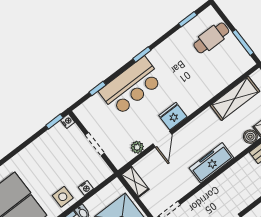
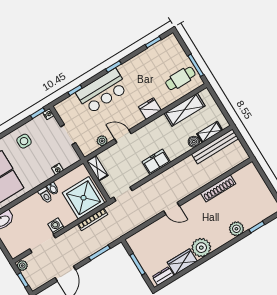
cafe table: (211, 38) -> (180, 78), moved
fridge: (173, 116) -> (150, 109), moved
door: (162, 139) -> (123, 136), swing flipped
freezer: (211, 163) -> (156, 162), width x0.71
side table: (63, 197) -> (24, 141), moved

